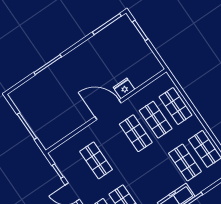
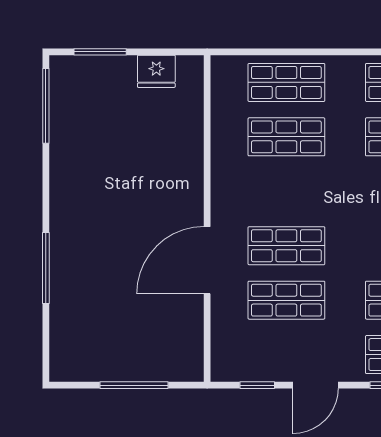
fridge: (124, 88) -> (156, 71), moved, turned -90
door: (108, 110) -> (207, 260), moved
shop shelf: (136, 133) -> (286, 246), moved

